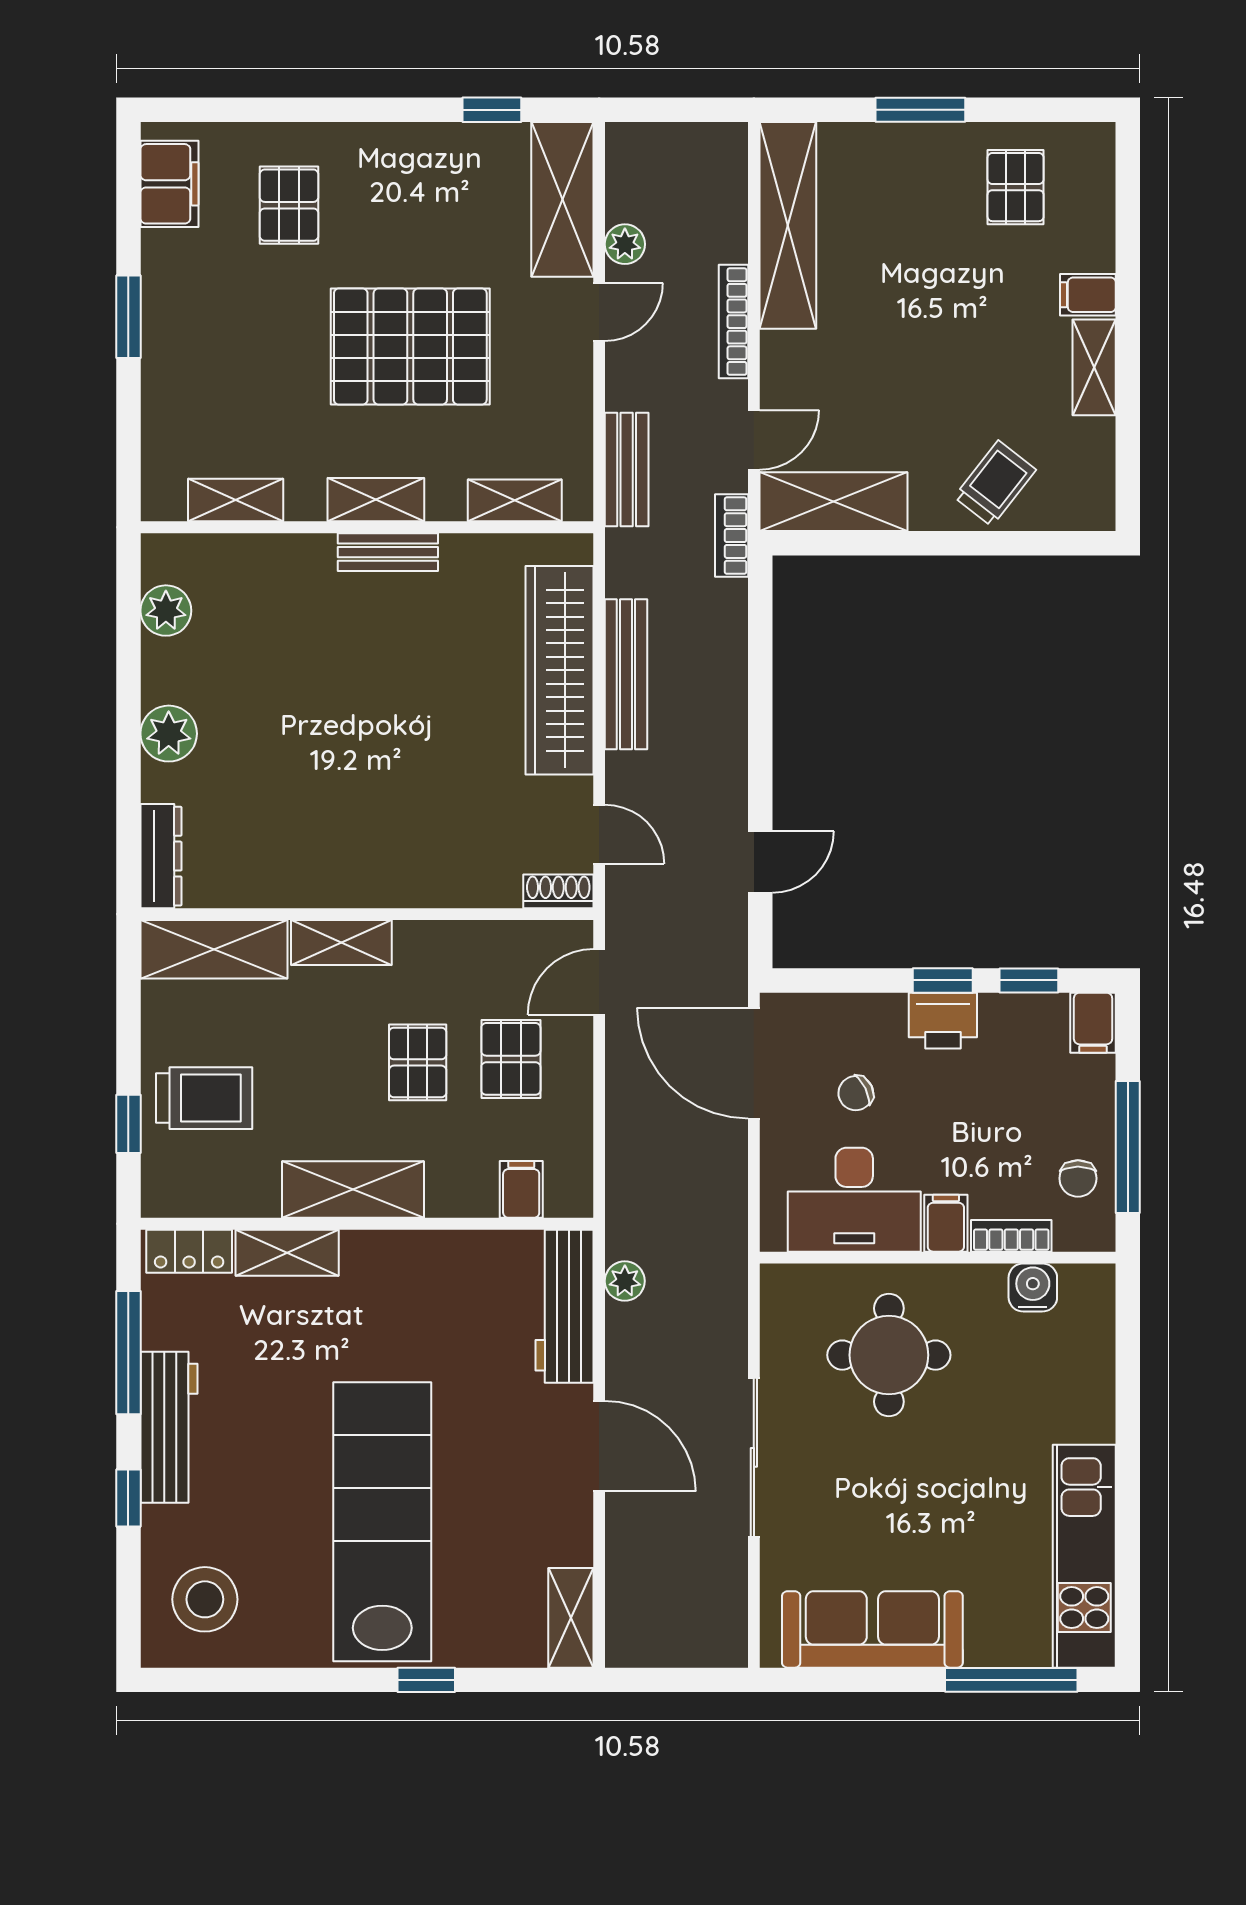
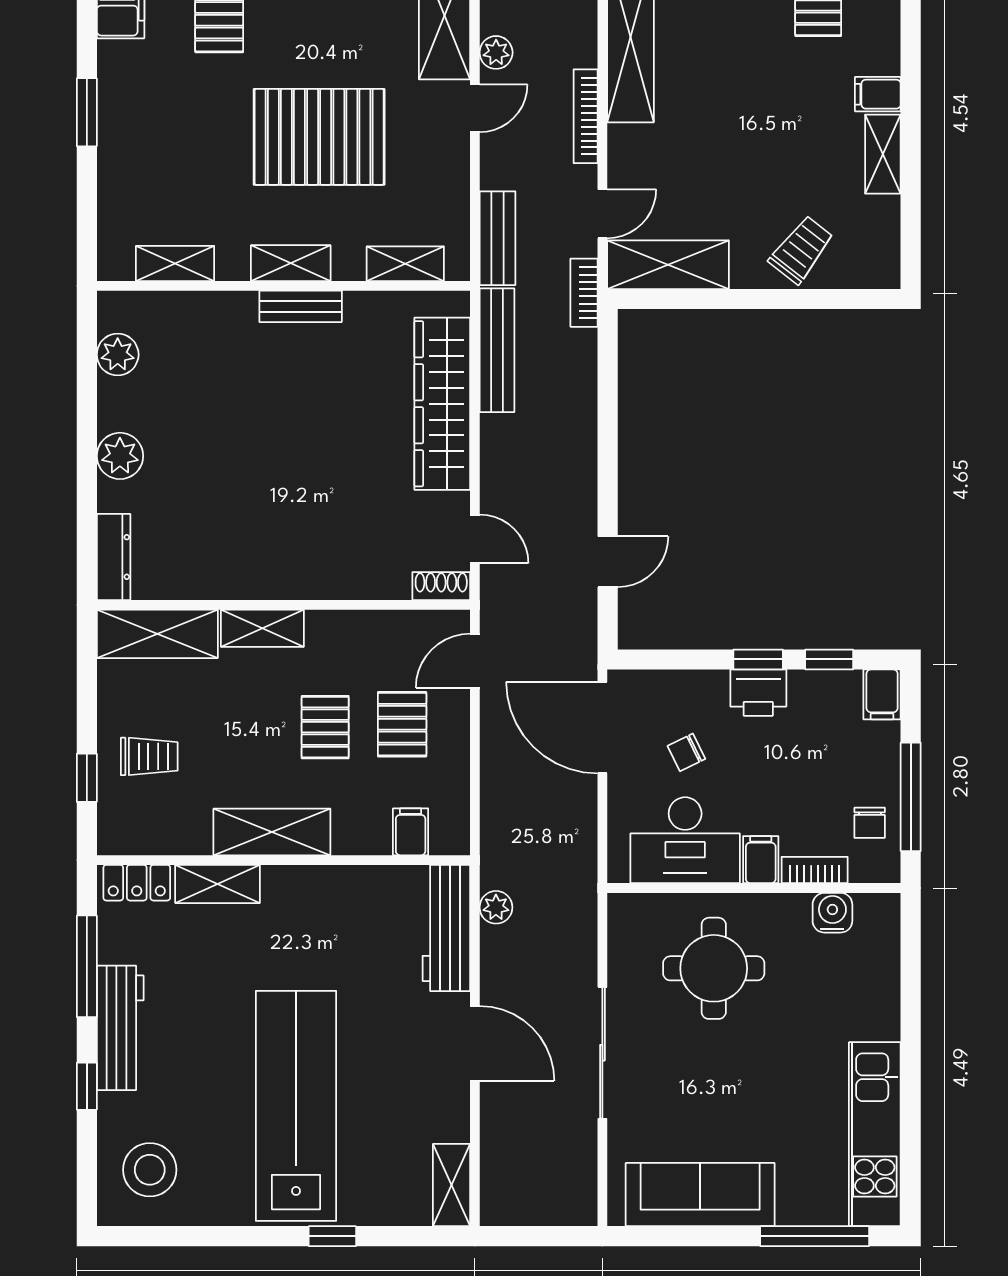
bench: (626, 674) -> (497, 350), moved
trolley: (204, 1098) -> (149, 756), width x0.73, depth x0.72

